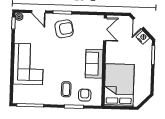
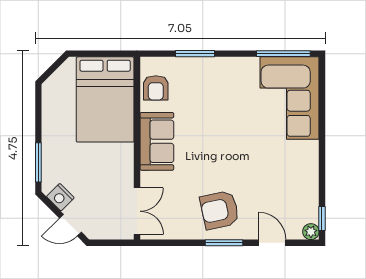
door: (138, 23) -> (70, 225), swing flipped
double door: (105, 29) -> (137, 211), swing flipped
corner sofa: (28, 64) -> (289, 98), moved
coffee table: (66, 89) -> (212, 88), removed
armchair: (85, 95) -> (156, 88), moved

